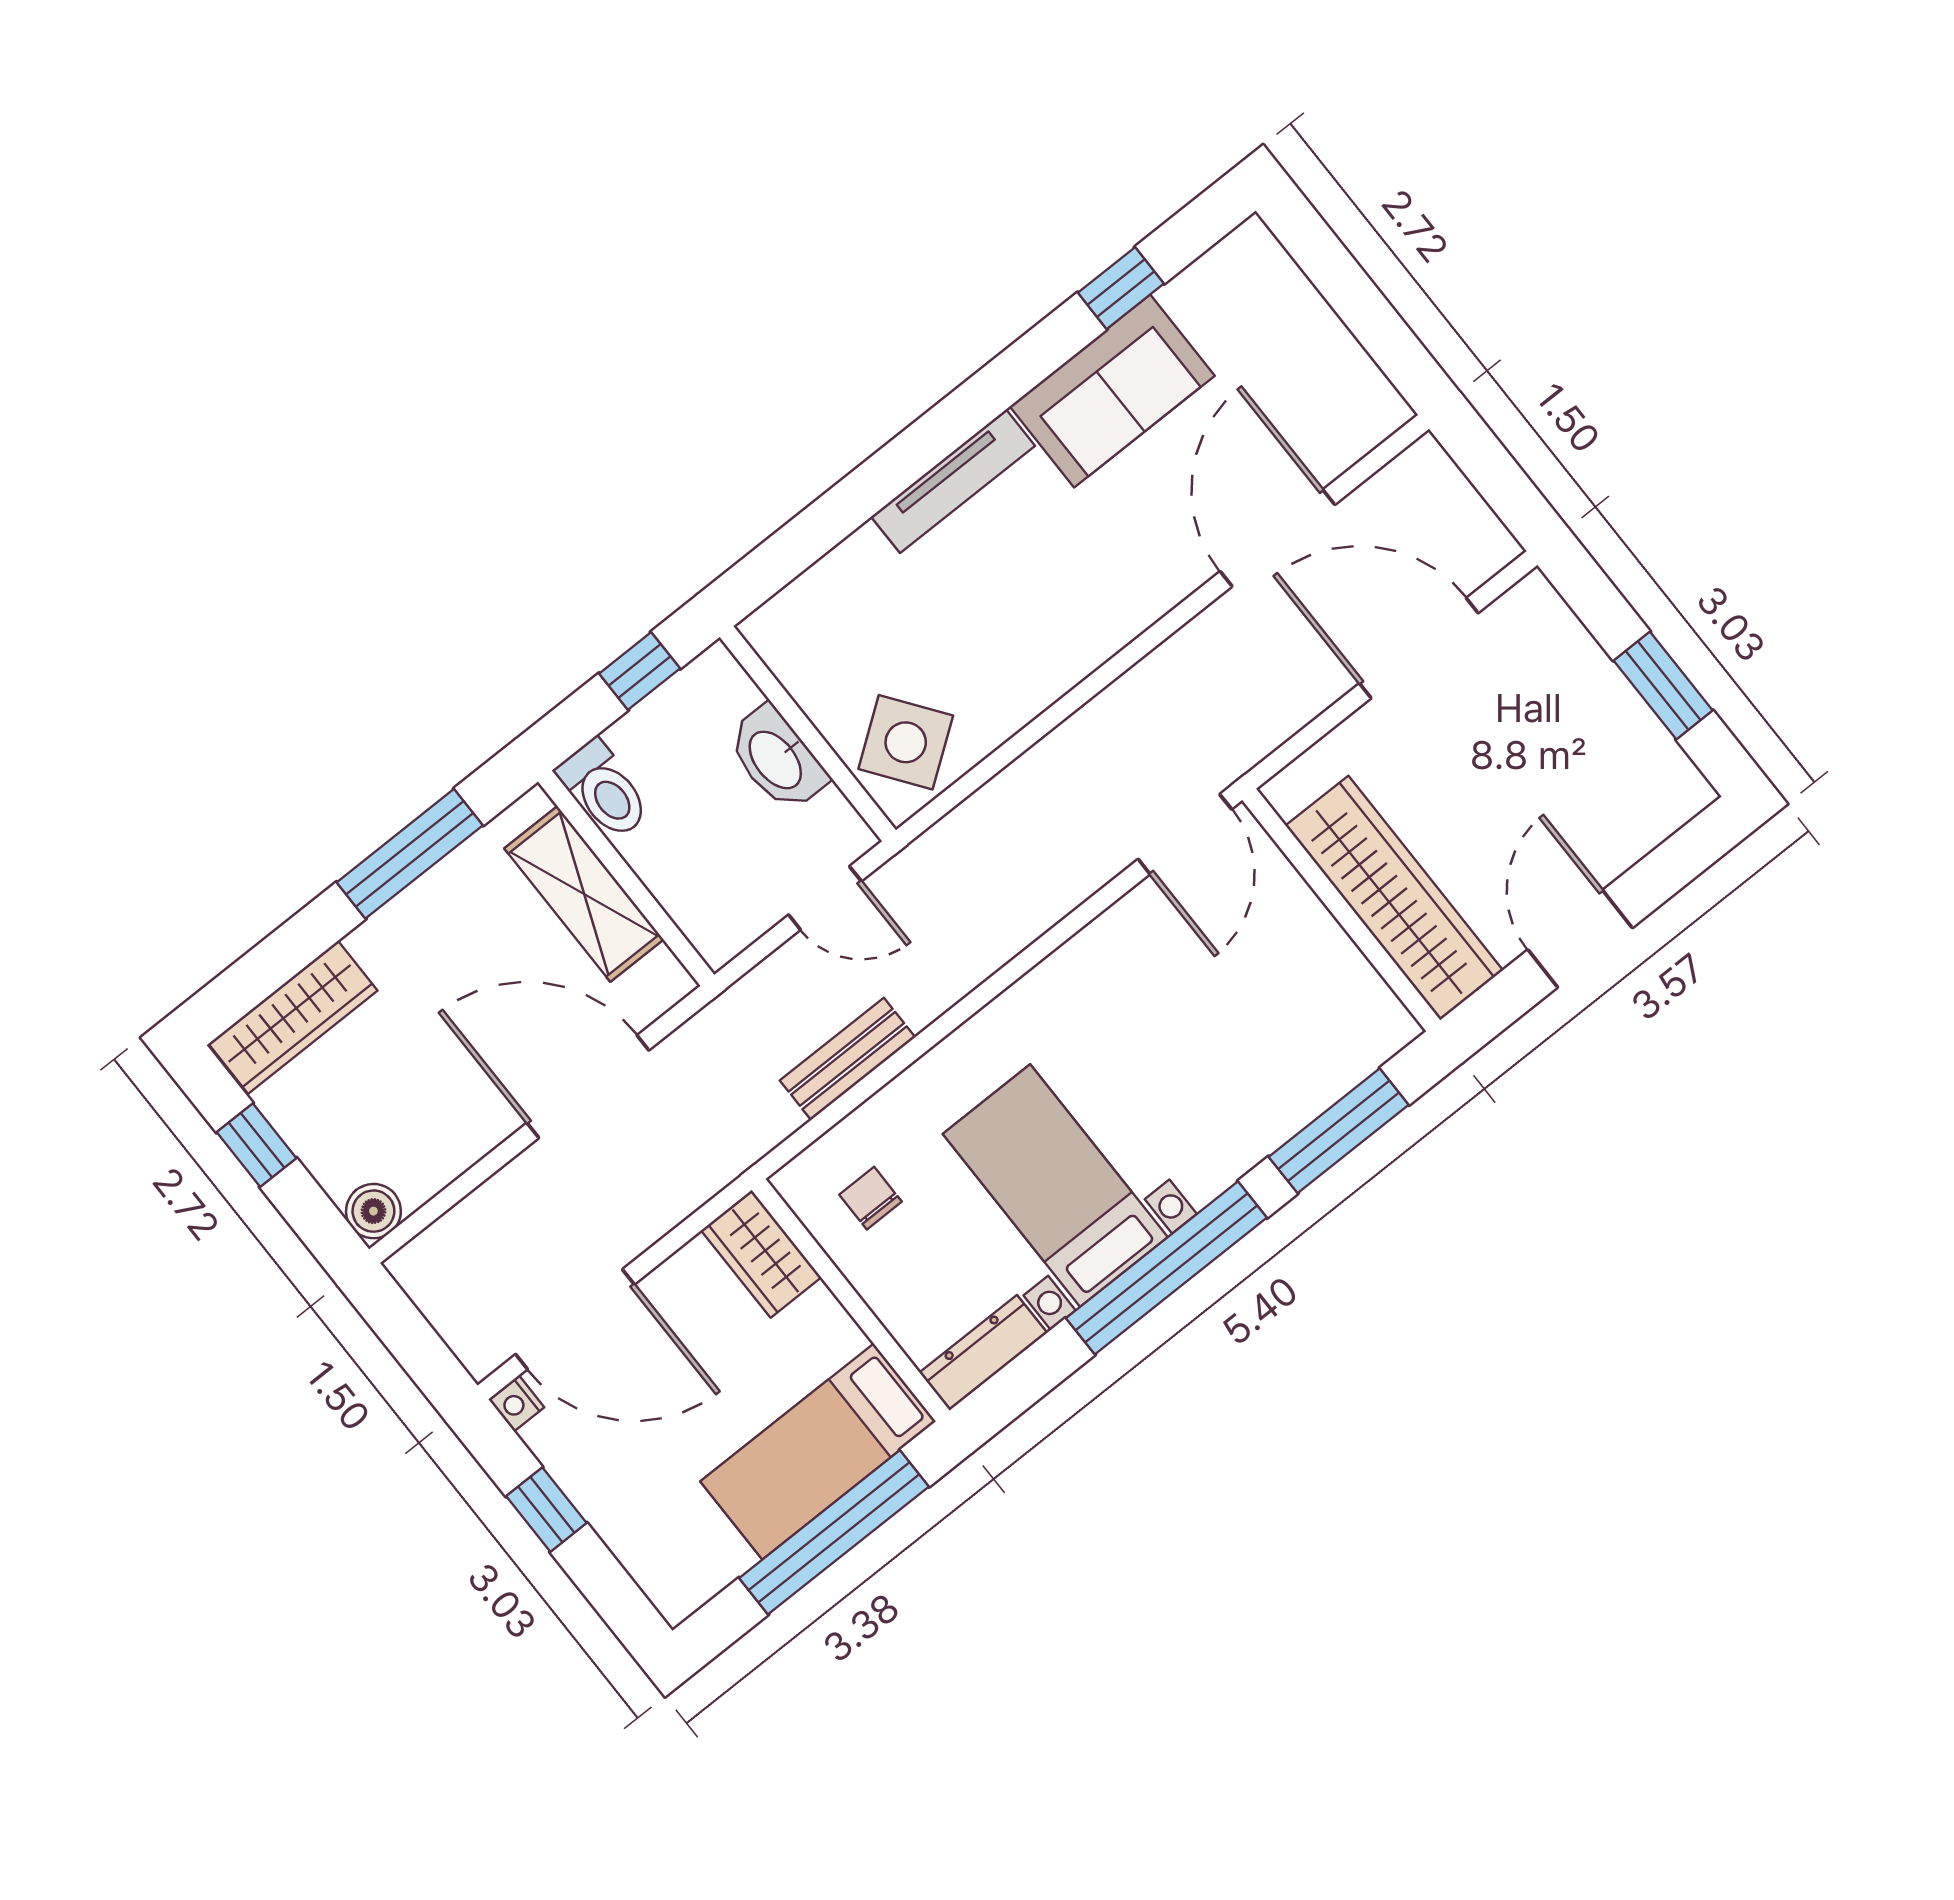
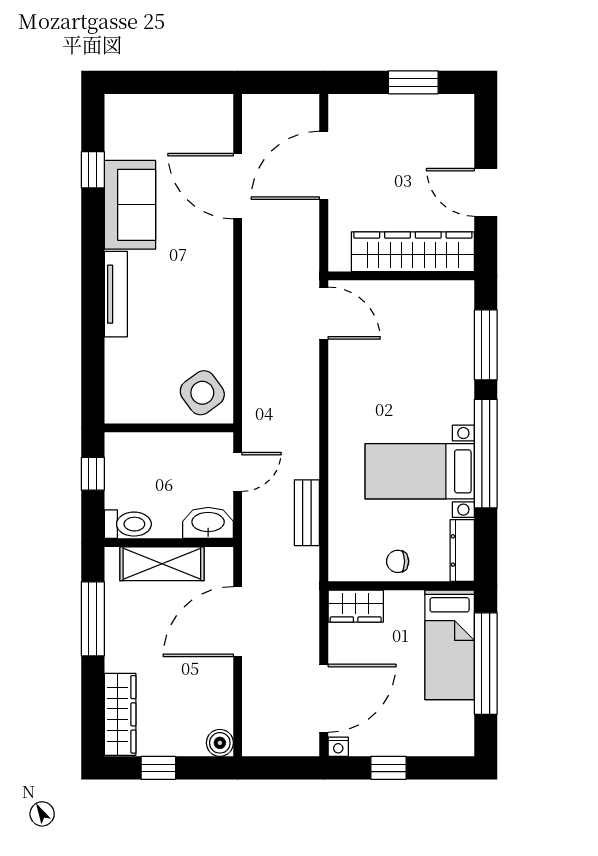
washbasin: (777, 759) -> (208, 523), moved, turned 180
chair: (870, 1198) -> (398, 561), moved

